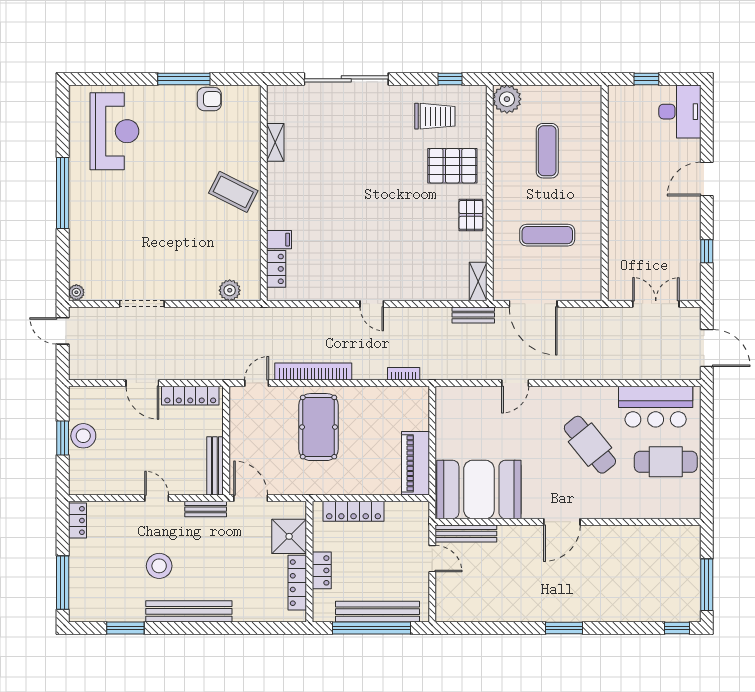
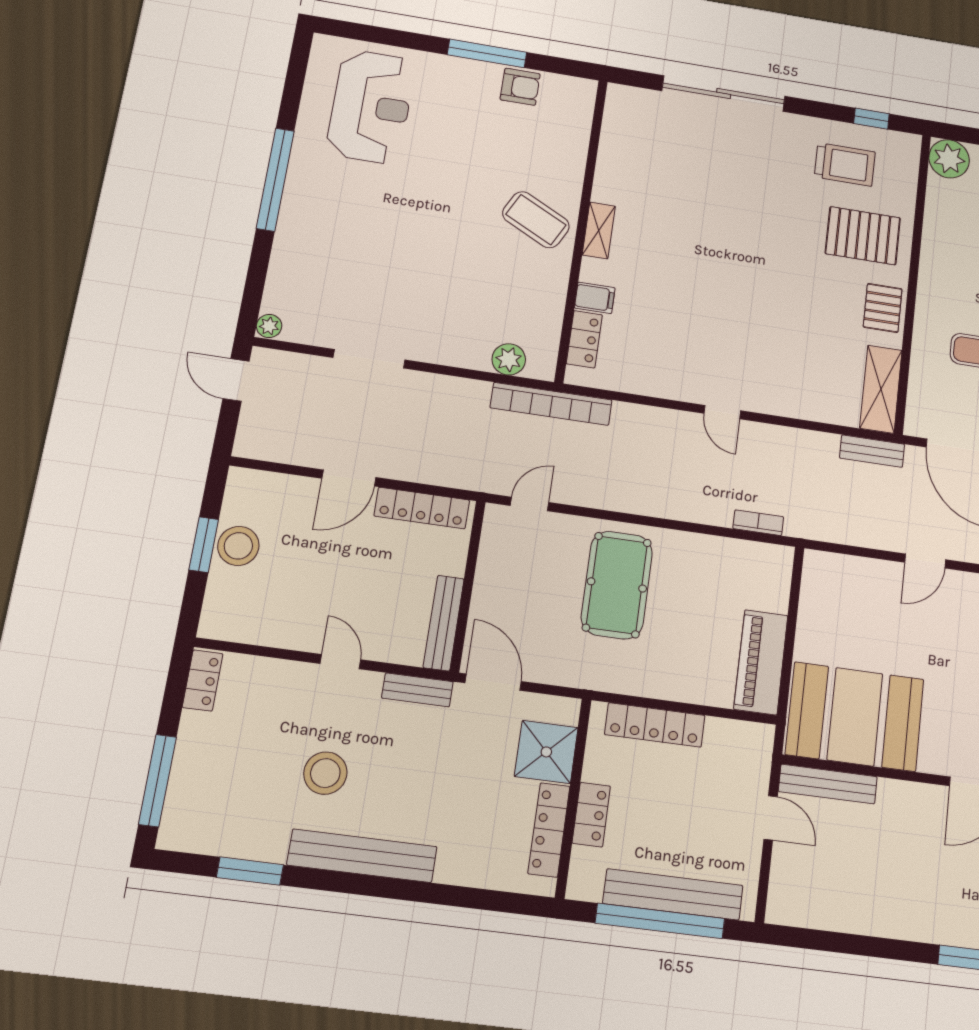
shelving: (275, 142) -> (599, 230), moved
shelving: (478, 282) -> (881, 389), width x1.50, depth x1.33
bookcase: (313, 372) -> (551, 404), moved, turned 180
door: (142, 383) -> (349, 478), hinge flipped

